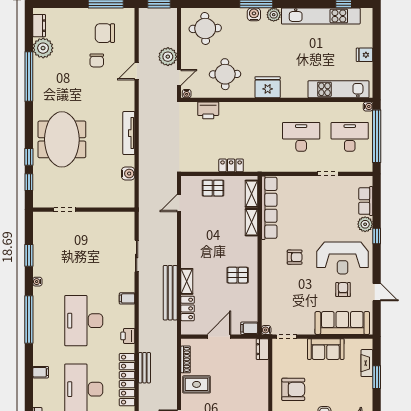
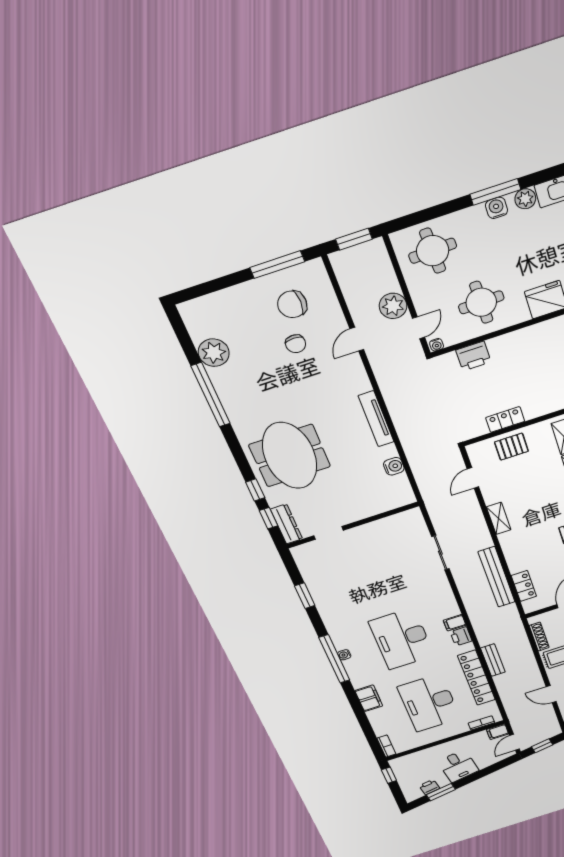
dresser: (39, 26) -> (287, 524), moved, width x1.44
locker: (231, 165) -> (505, 420), moved
shelving: (187, 281) -> (499, 518), moved
water cooler: (37, 282) -> (344, 655), moved
filing cabinet: (127, 298) -> (455, 623), moved
filing cabinet: (41, 372) -> (369, 698), width x2.00

